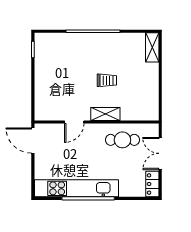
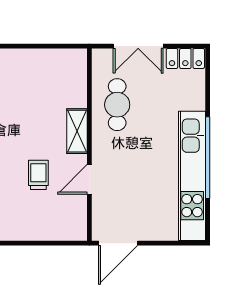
trolley: (107, 80) -> (38, 175), moved
door: (74, 122) -> (89, 179), swing flipped

